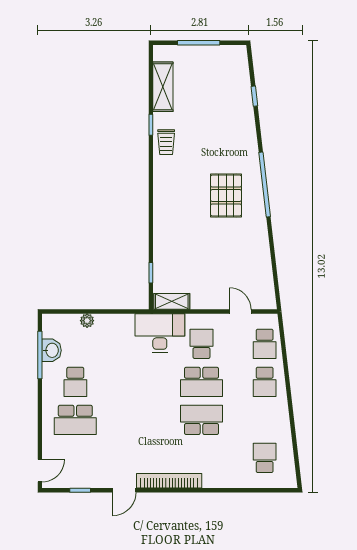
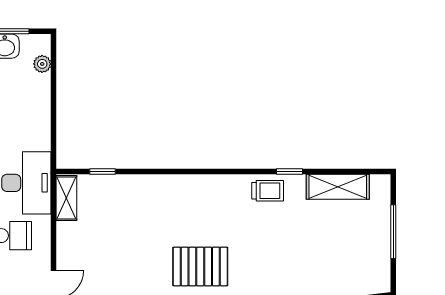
trolley: (166, 142) -> (268, 191), turned 180
plant: (87, 321) -> (42, 64), moved

